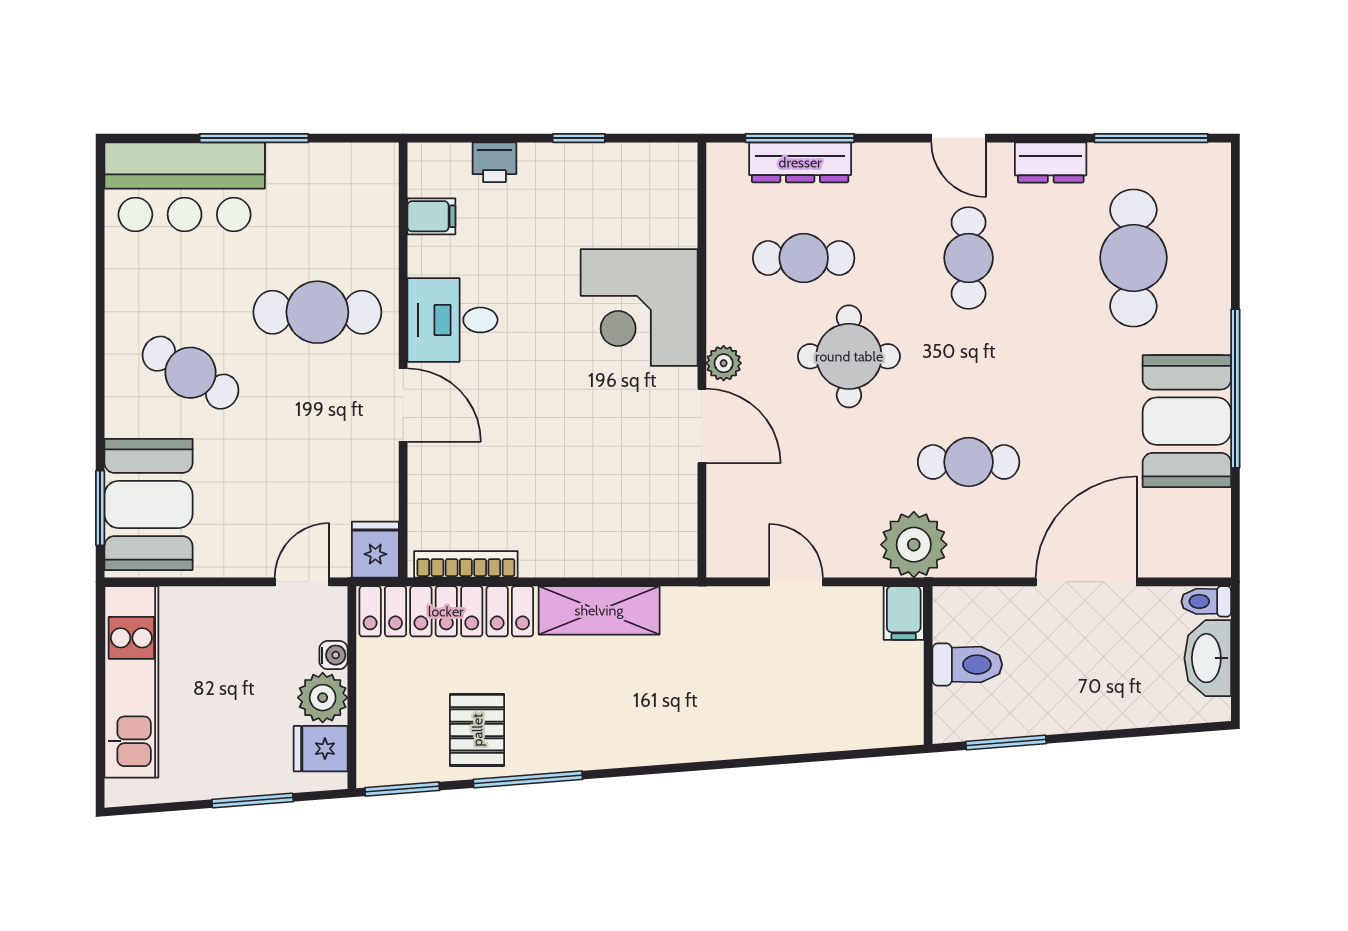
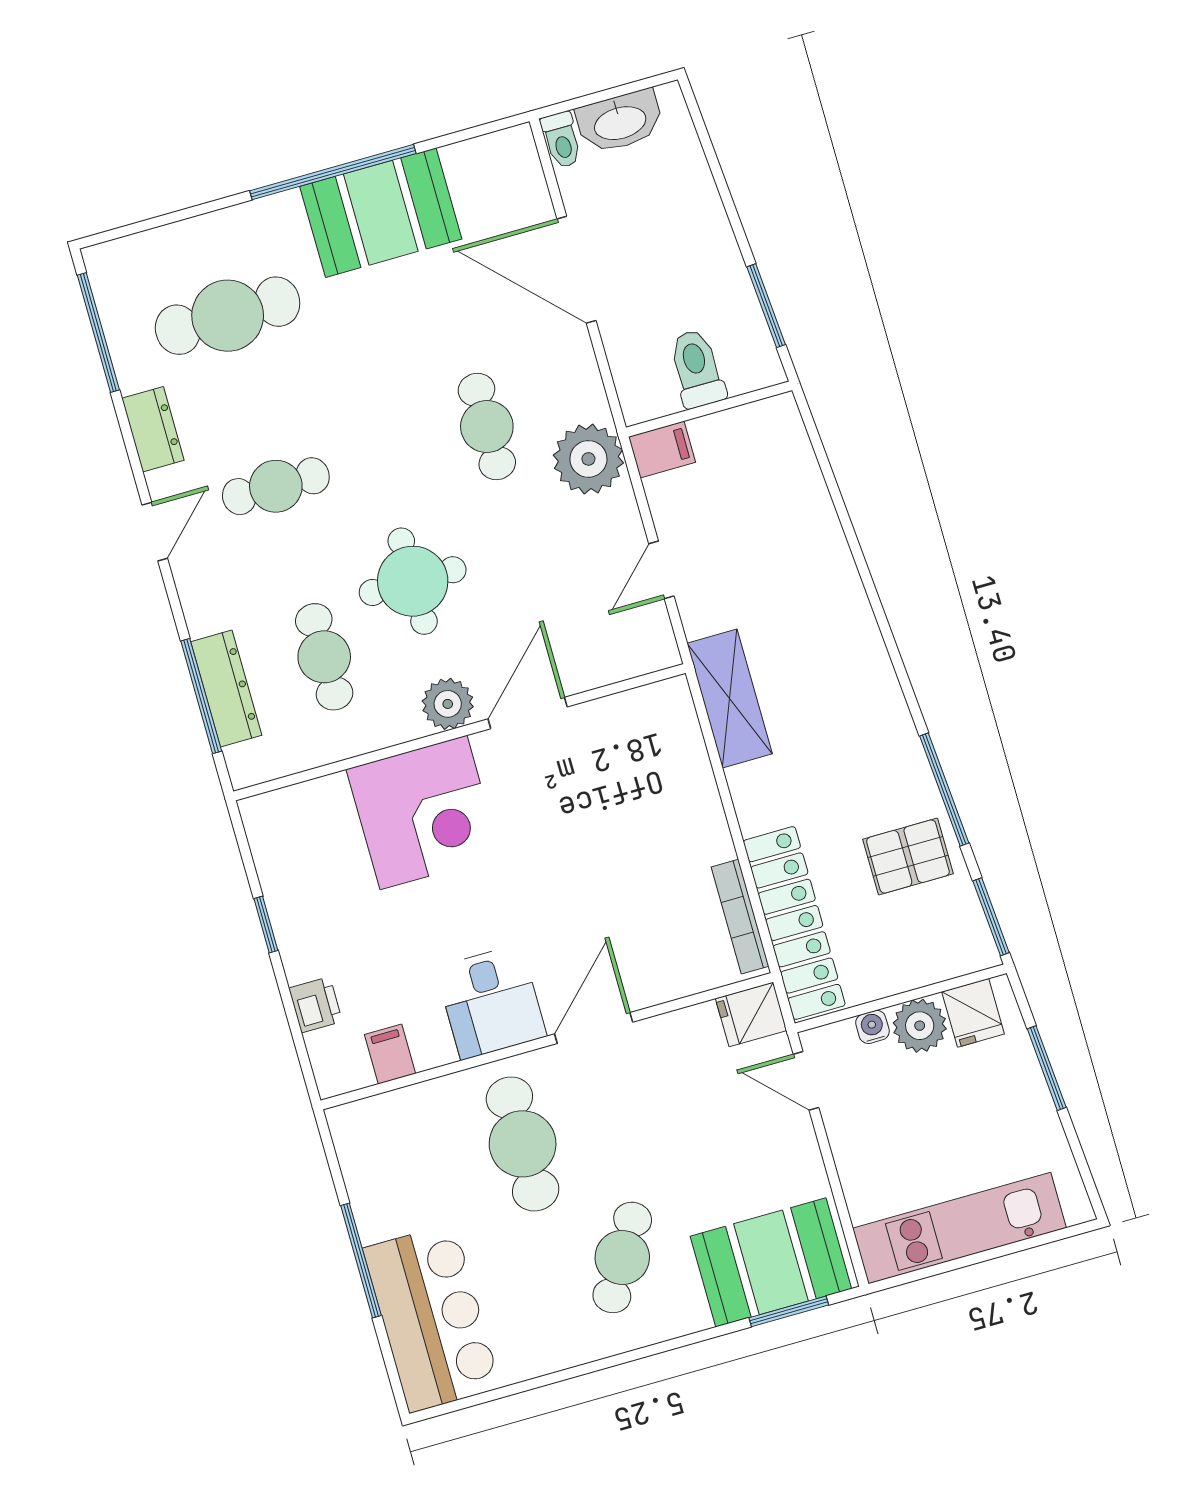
plant: (724, 363) -> (448, 704), width x1.38, depth x1.38
shelving: (599, 610) -> (730, 698), moved

